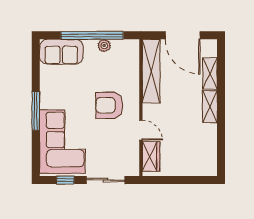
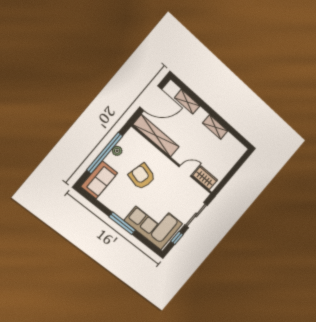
armchair: (109, 105) -> (142, 177), moved, turned 104
shelving: (210, 107) -> (215, 127), moved

